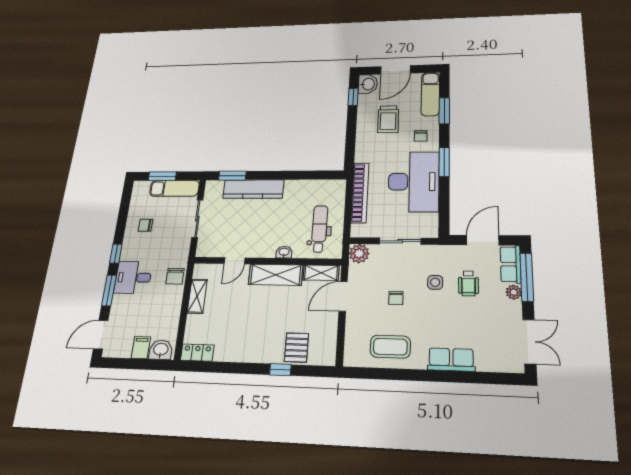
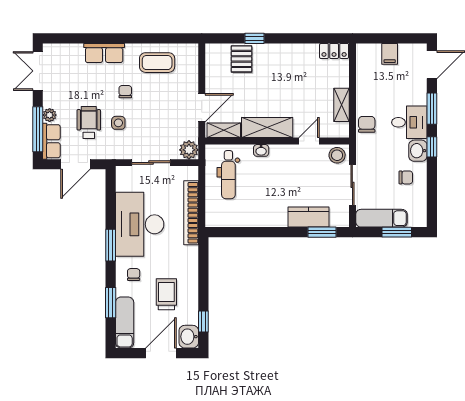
kitchen counter: (253, 189) -> (309, 217), width x0.67
stool: (208, 247) -> (337, 155), added
wheelchair: (468, 283) -> (89, 122), width x1.36, depth x1.37
chair: (396, 298) -> (125, 92), moved
washbasin: (161, 350) -> (418, 151), moved, turned 90

